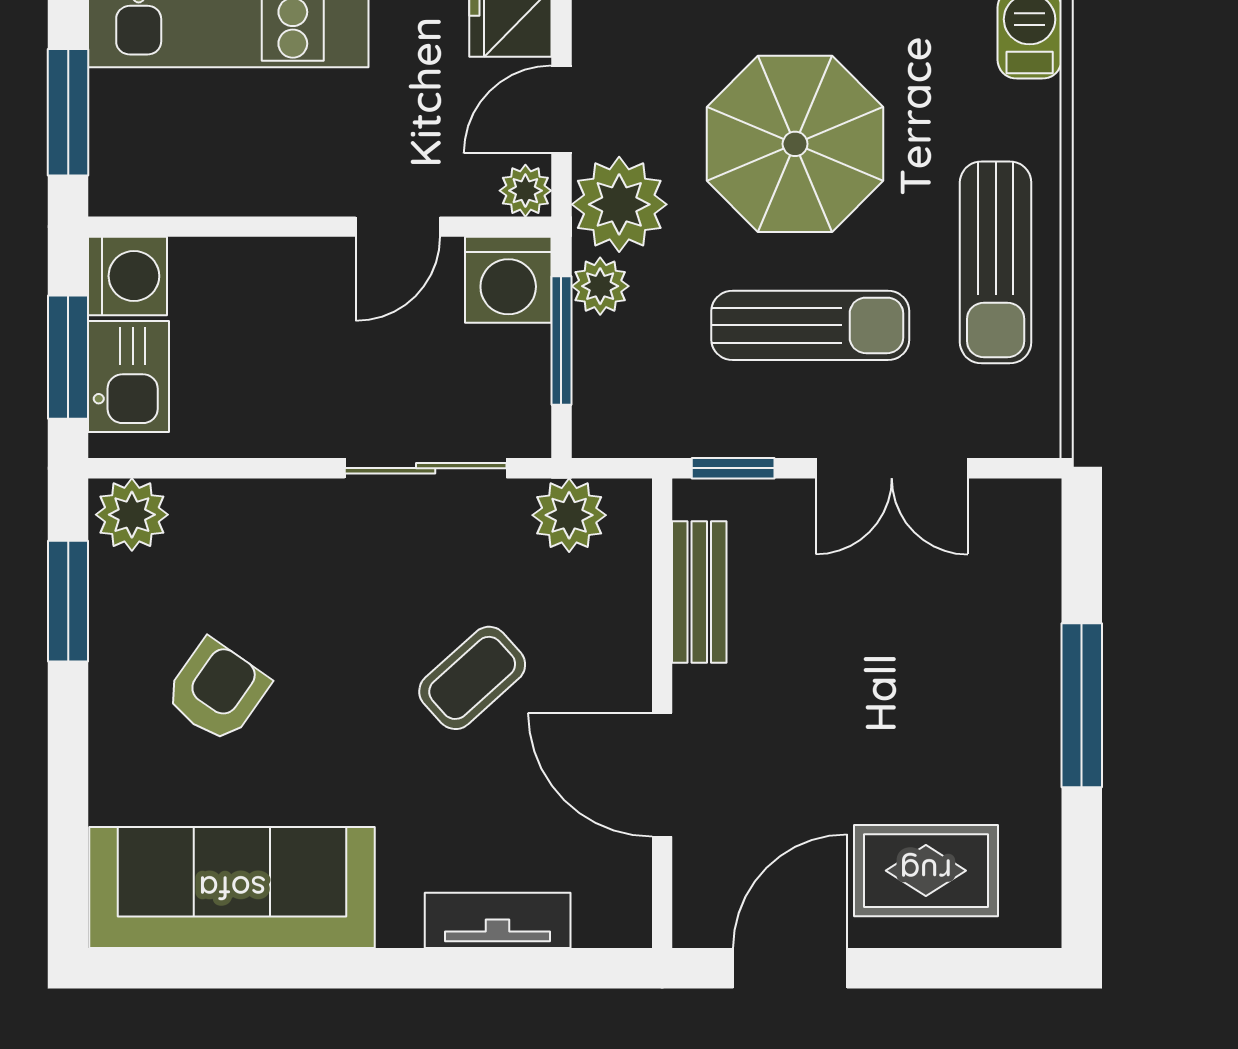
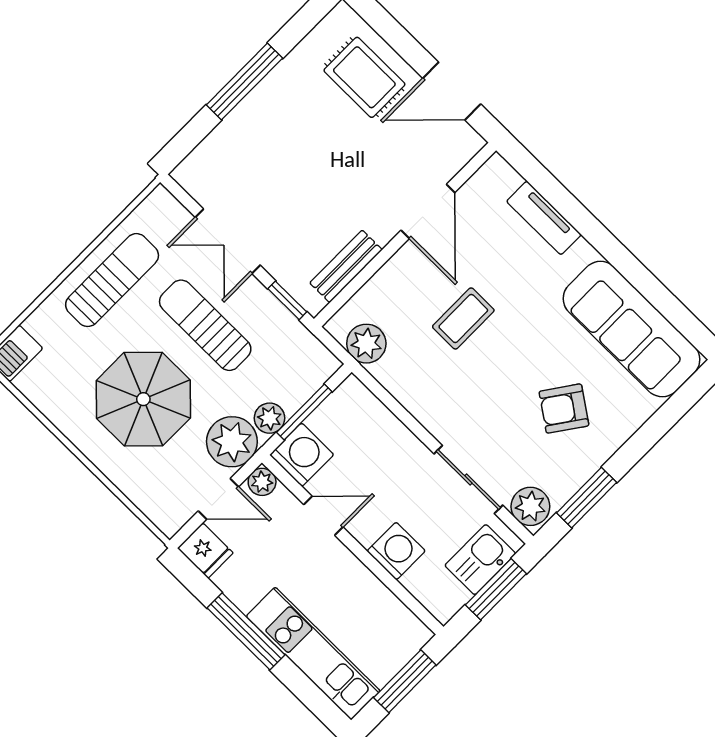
washing machine: (128, 276) -> (396, 551), moved, turned 90
sliding door: (426, 468) -> (468, 479), moved
double door: (892, 468) -> (228, 241), swing flipped
coffee table: (472, 678) -> (463, 319), turned -48

